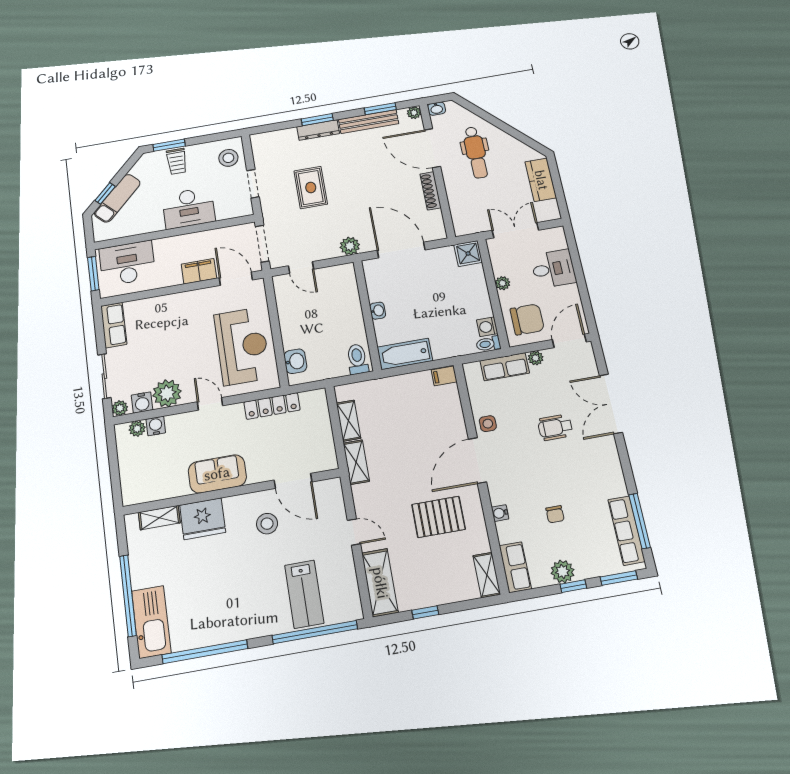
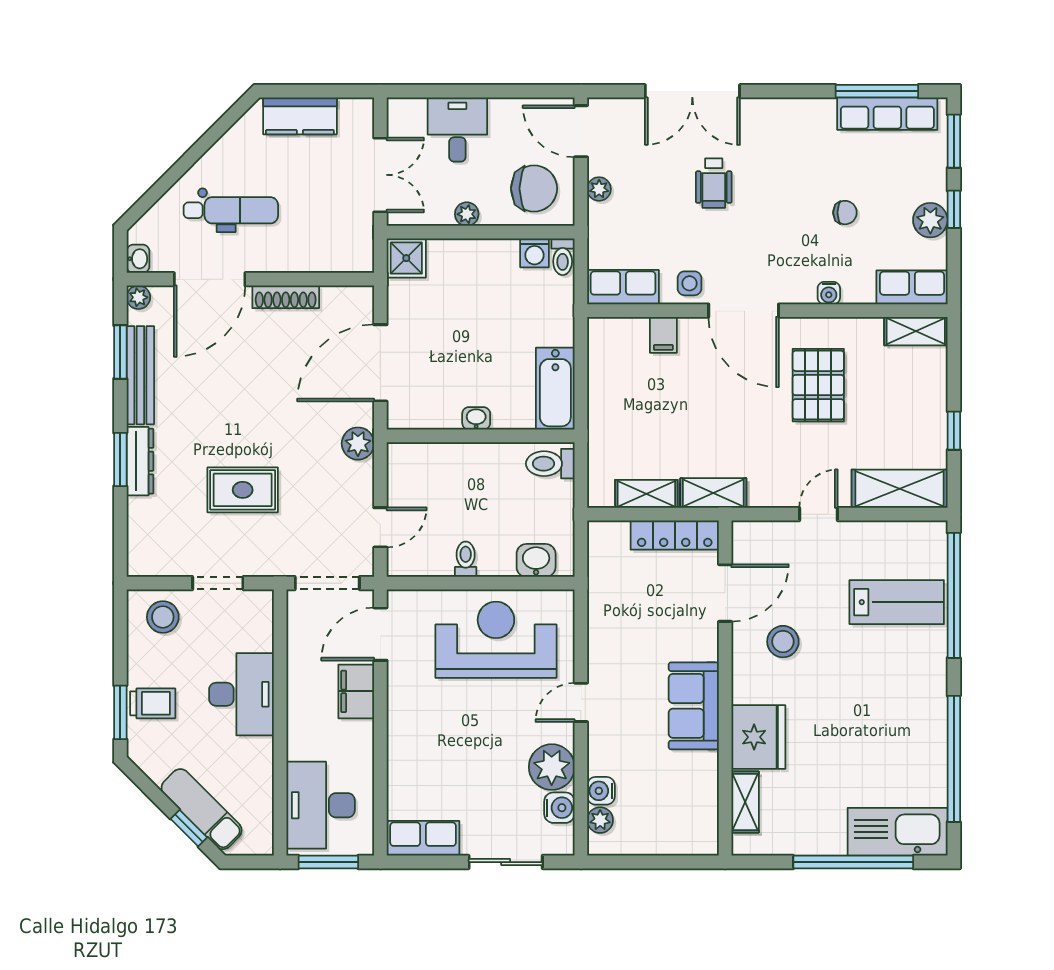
double door: (515, 230) -> (380, 175), swing flipped
chair: (527, 319) -> (534, 188), turned 90
toilet: (289, 320) -> (466, 559), added
row of seats: (505, 367) -> (623, 287), moved, turned -90
filing cabinet: (444, 376) -> (663, 335), moved
locker: (272, 406) -> (675, 535), moved, turned 90
plant: (120, 408) -> (562, 843), removed

